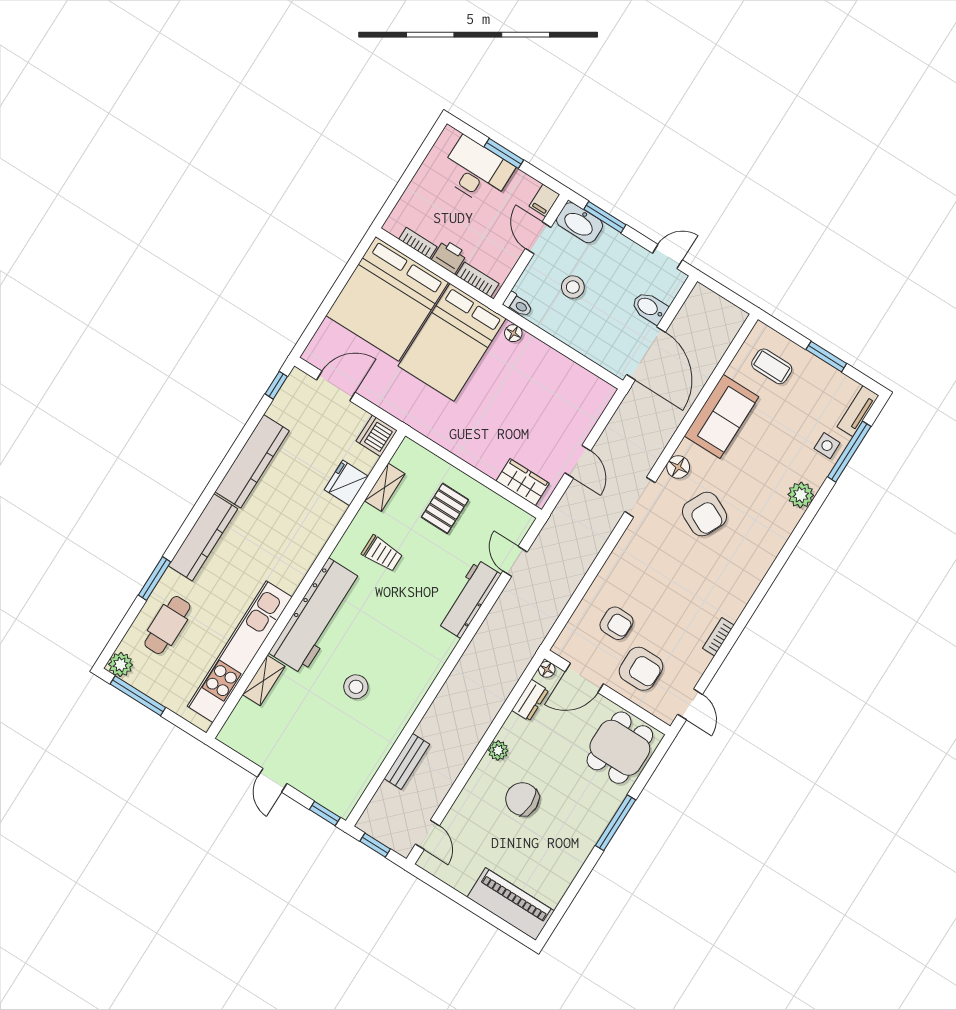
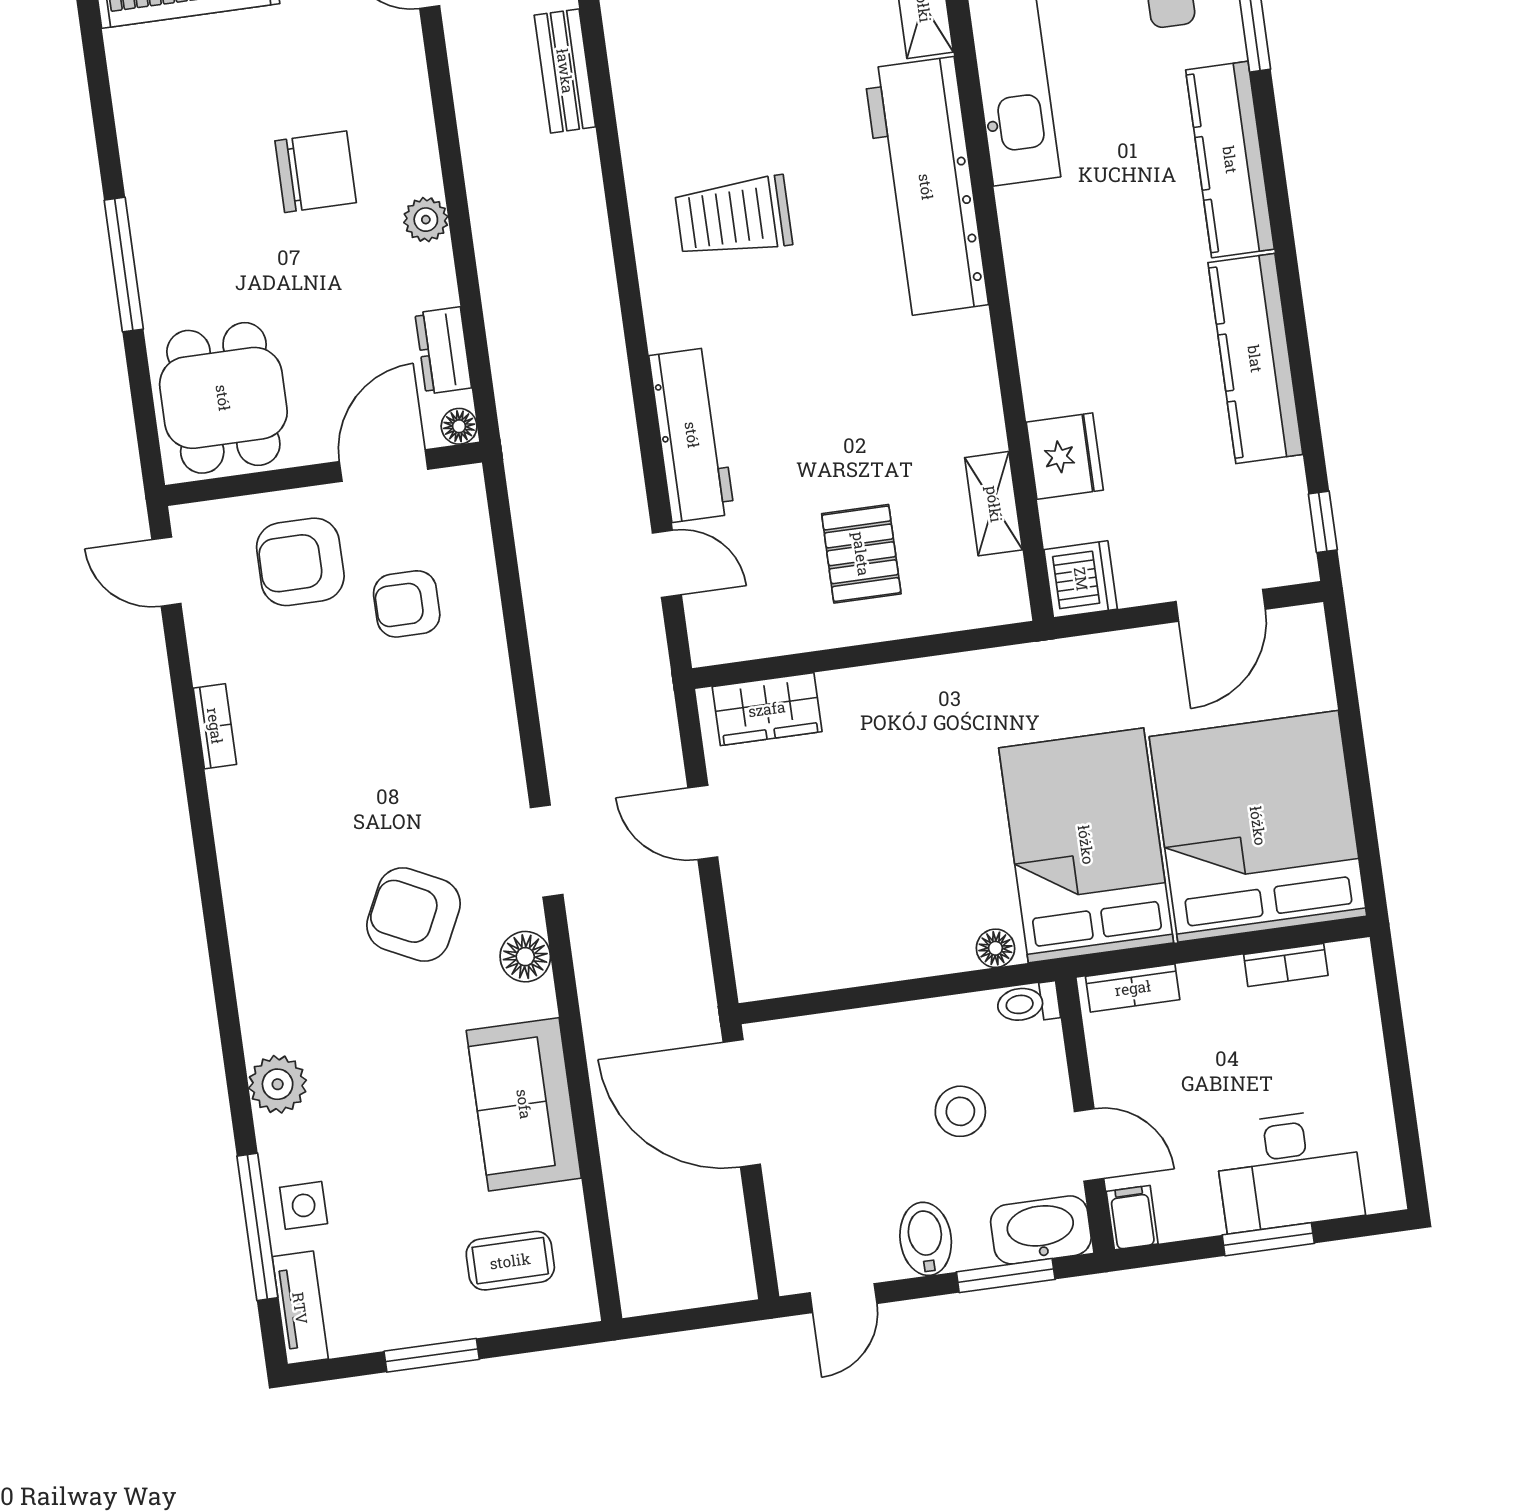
printer: (449, 257) -> (1213, 987), removed
bidet: (649, 308) -> (926, 1239), moved, turned -90
trolley: (382, 554) -> (733, 217), moved, width x1.36, depth x1.39
stool: (356, 687) -> (758, 125), removed

